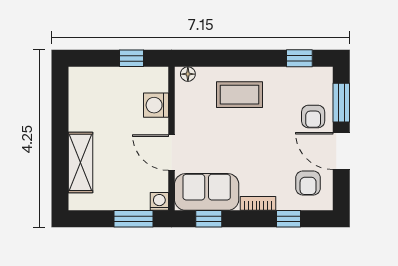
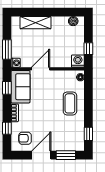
boiler: (77, 88) -> (73, 21), added
washing machine: (156, 105) -> (78, 61), moved
armchair: (313, 116) -> (59, 141), removed

